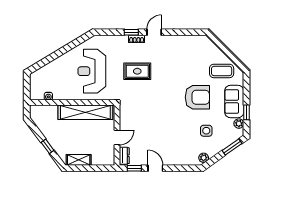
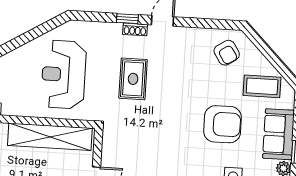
armchair: (197, 50) -> (227, 53), added
rug: (137, 71) -> (133, 79), turned 90

